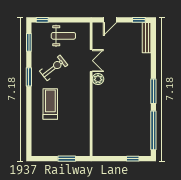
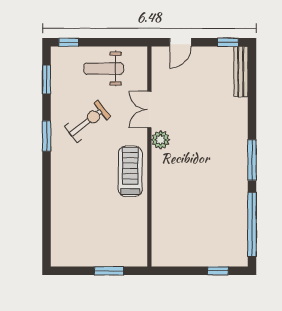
weight bench: (63, 36) -> (104, 69), turned 180
double door: (91, 61) -> (149, 110), swing flipped
treadmill: (50, 104) -> (130, 171), moved

